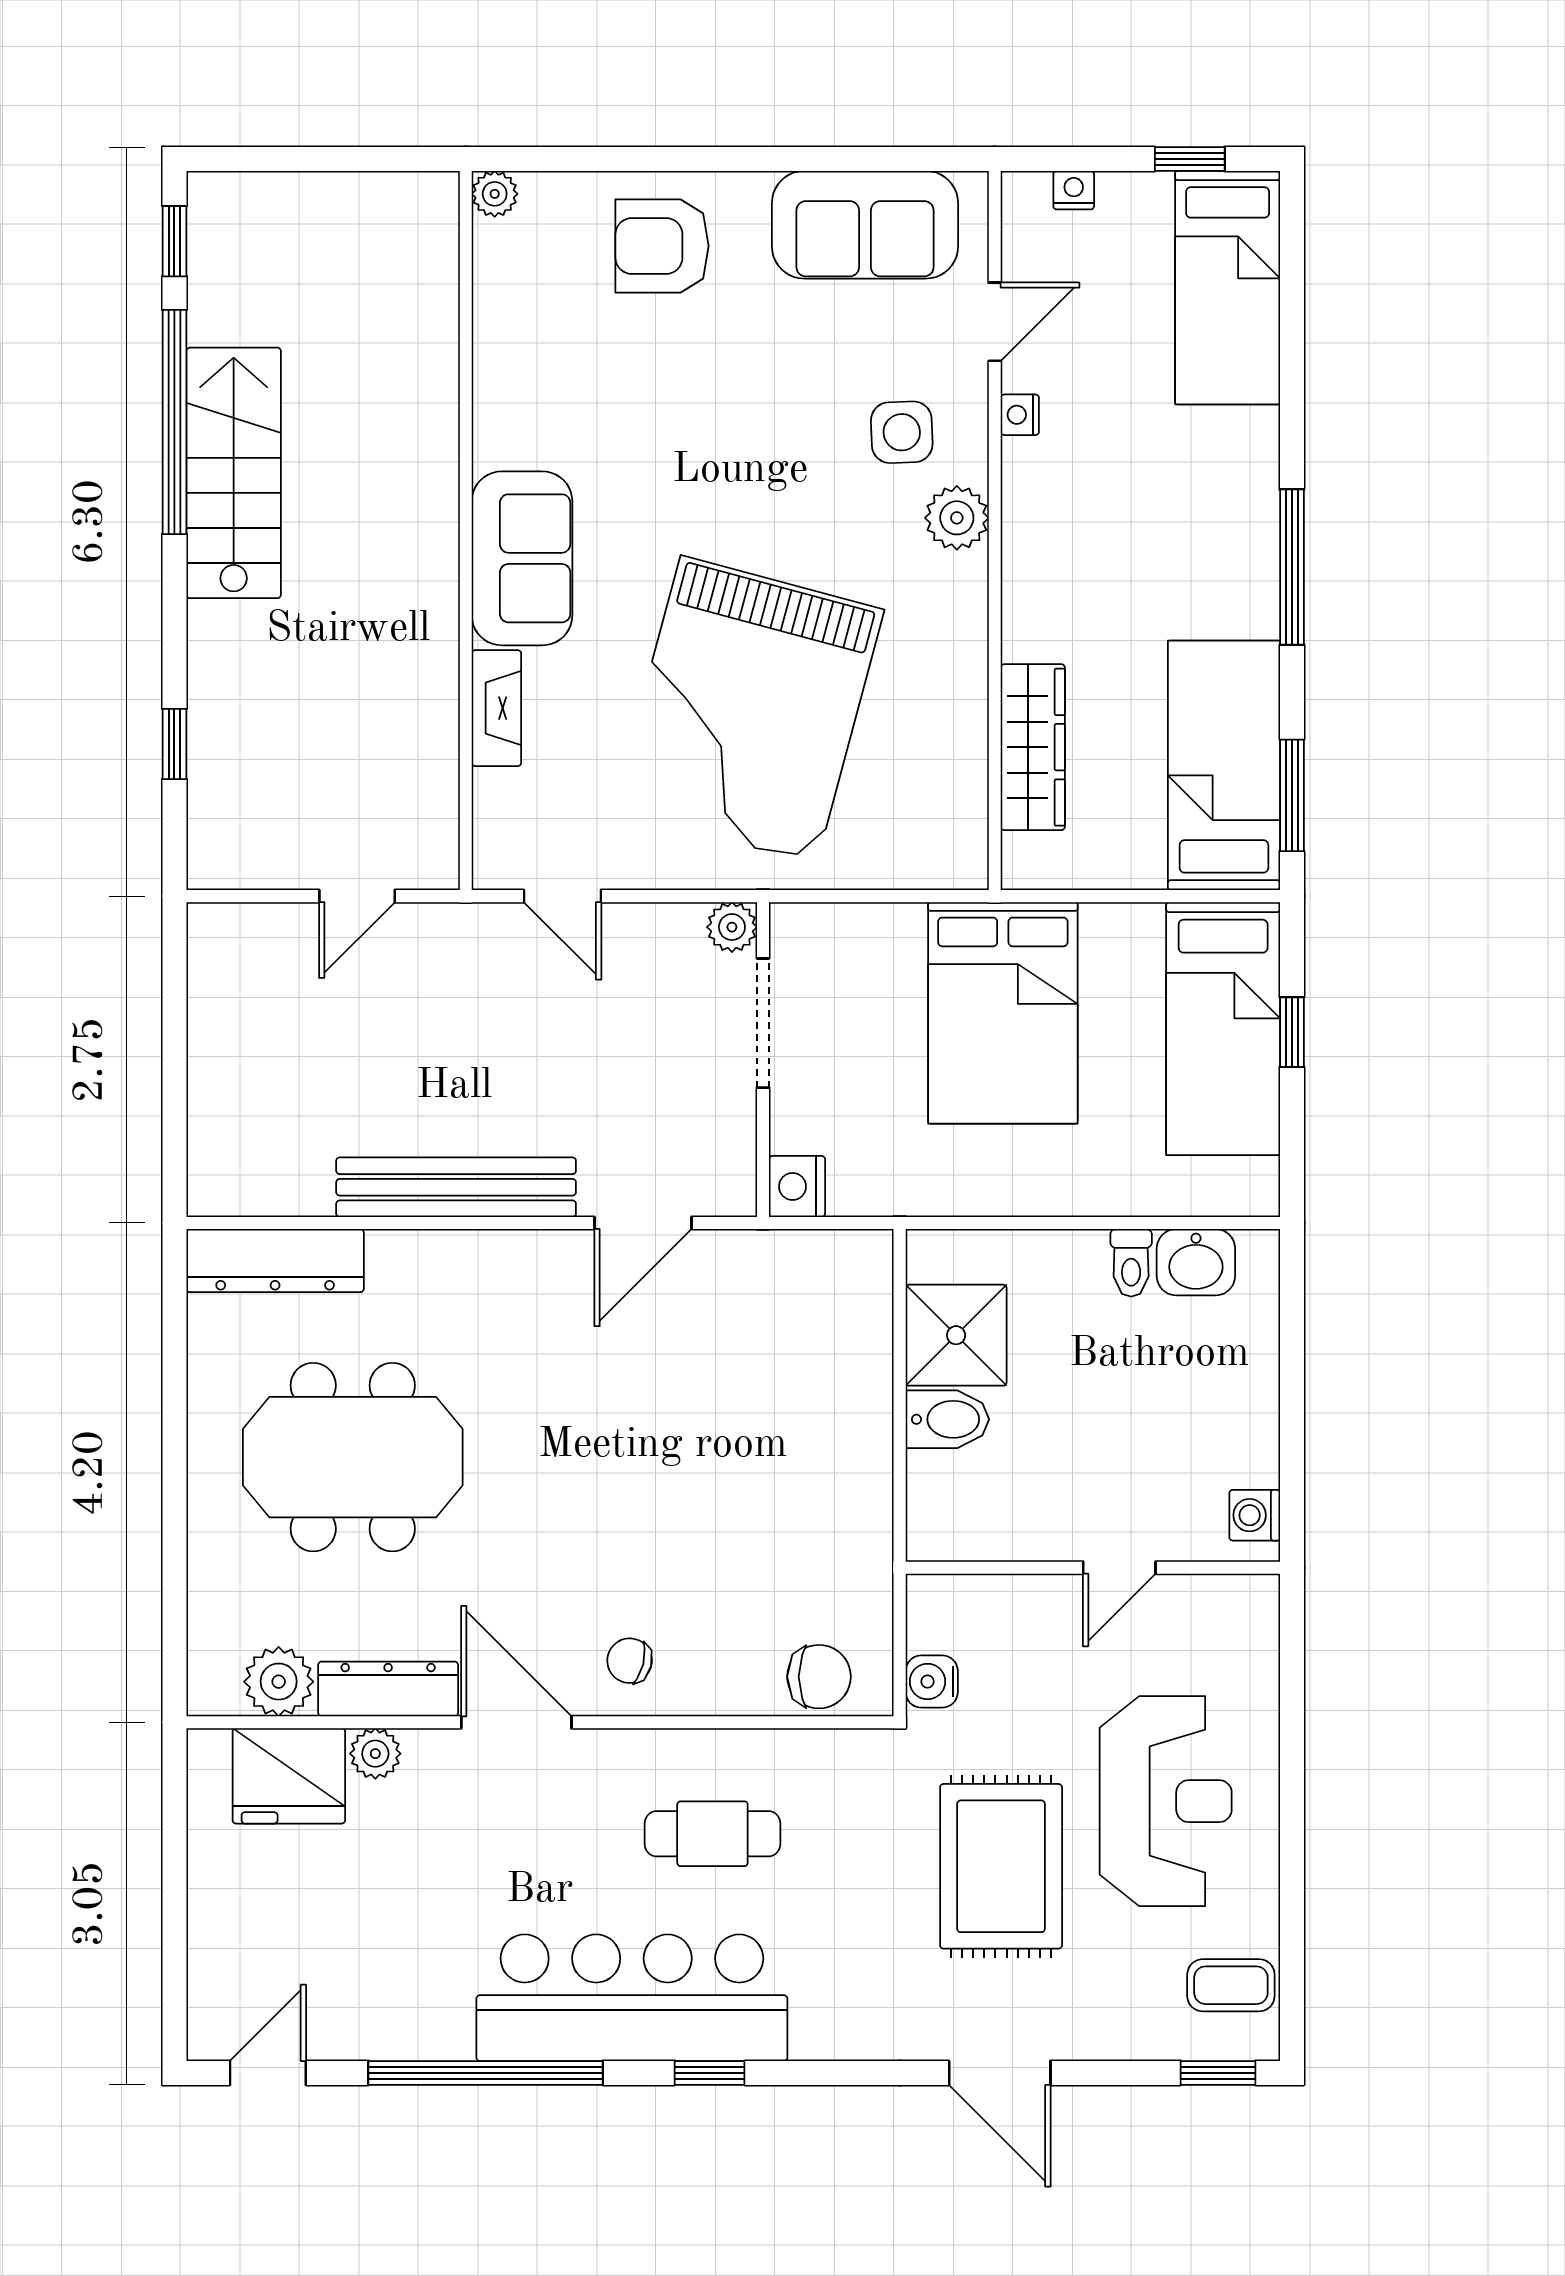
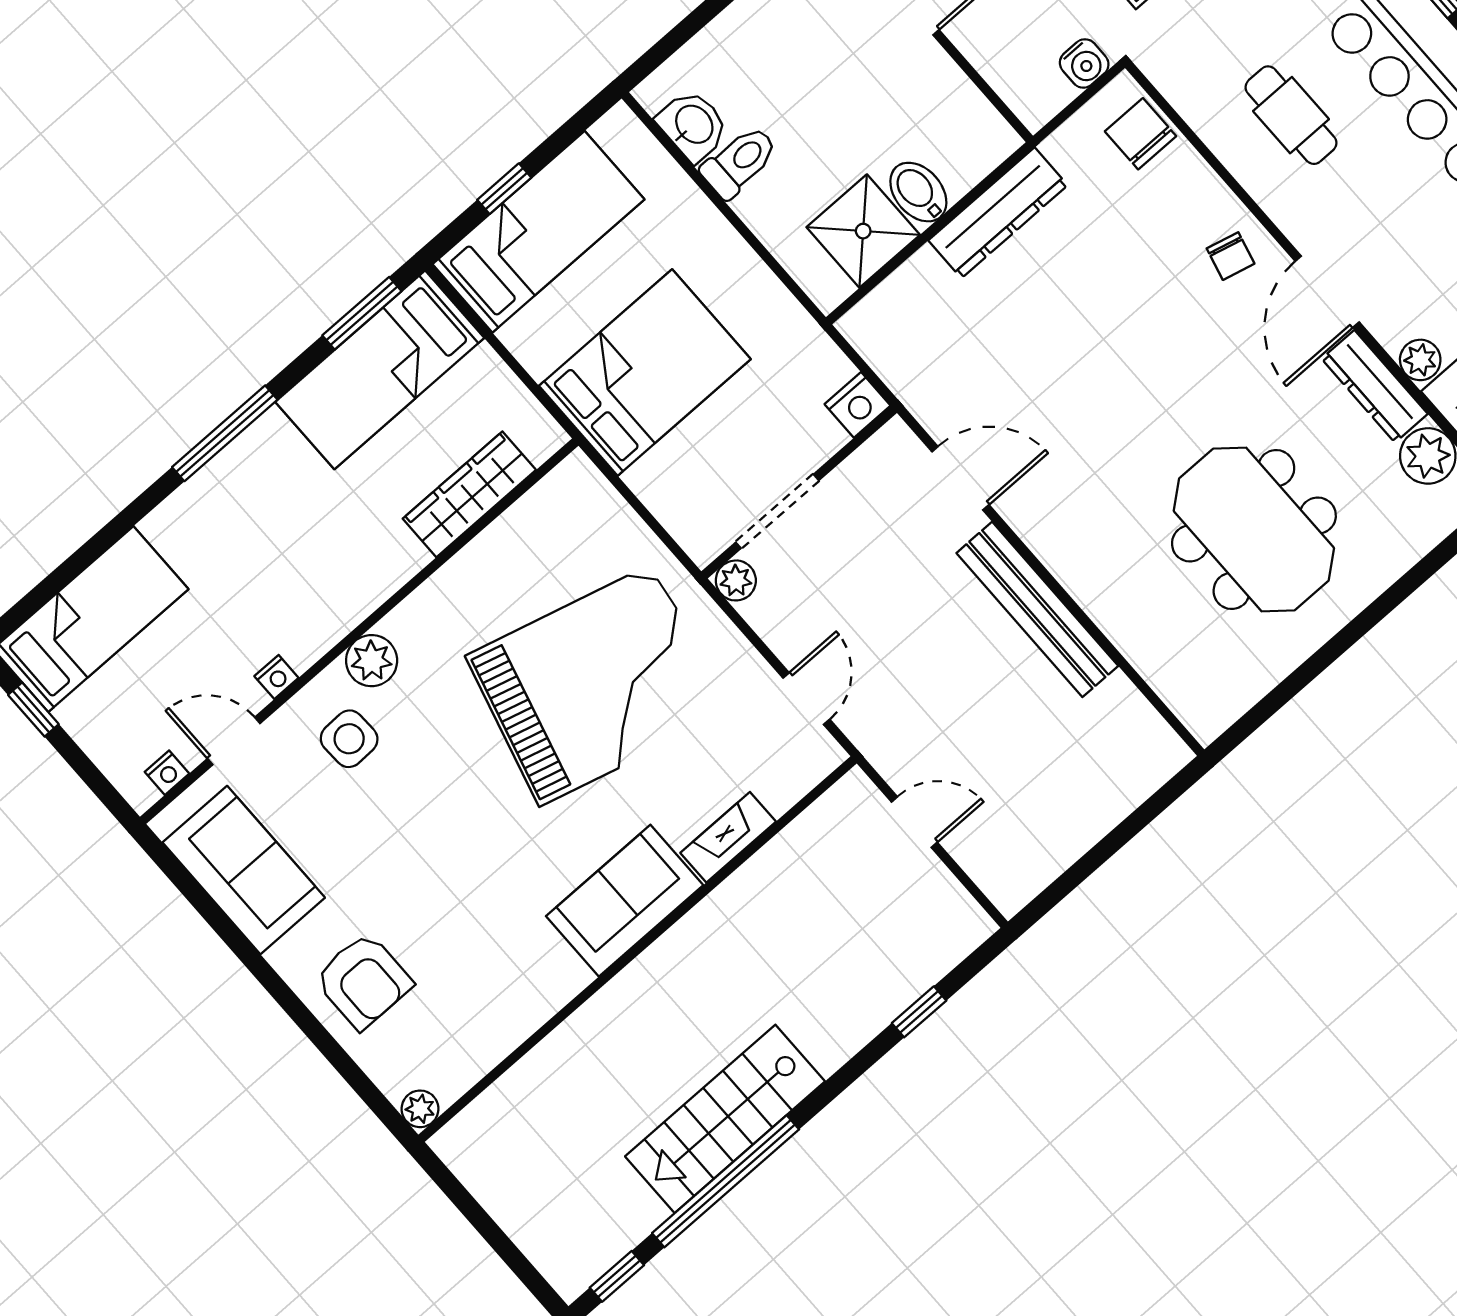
nightstand: (1074, 190) -> (167, 773), moved, turned -90
dresser: (275, 1261) -> (998, 213), moved, turned 90
toilet: (1131, 1263) -> (739, 162), width x1.37, depth x1.39

